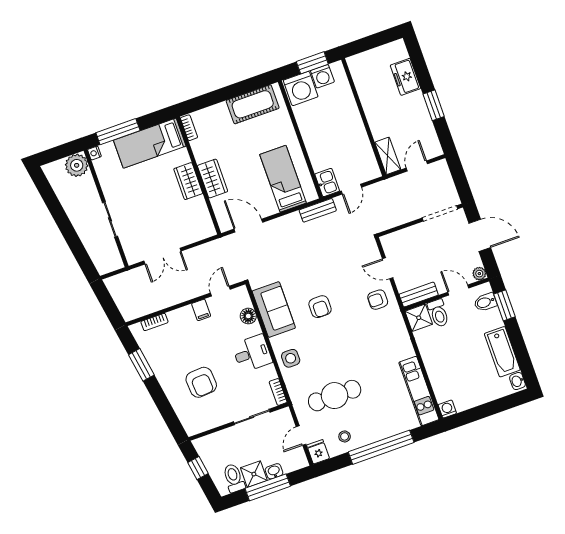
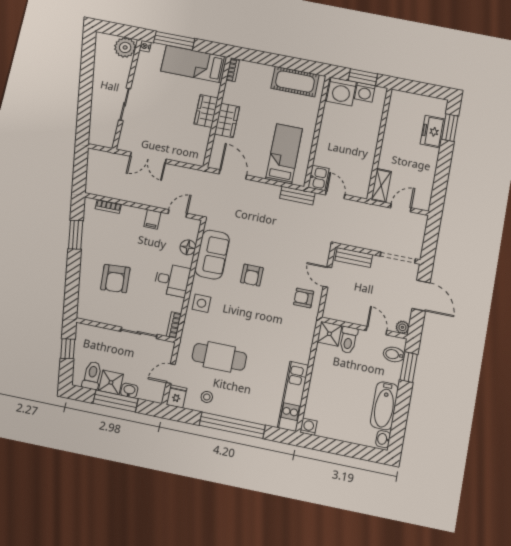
window: (434, 105) -> (450, 128), moved
door: (351, 189) -> (335, 195), swing flipped
bench: (419, 295) -> (354, 258), moved

